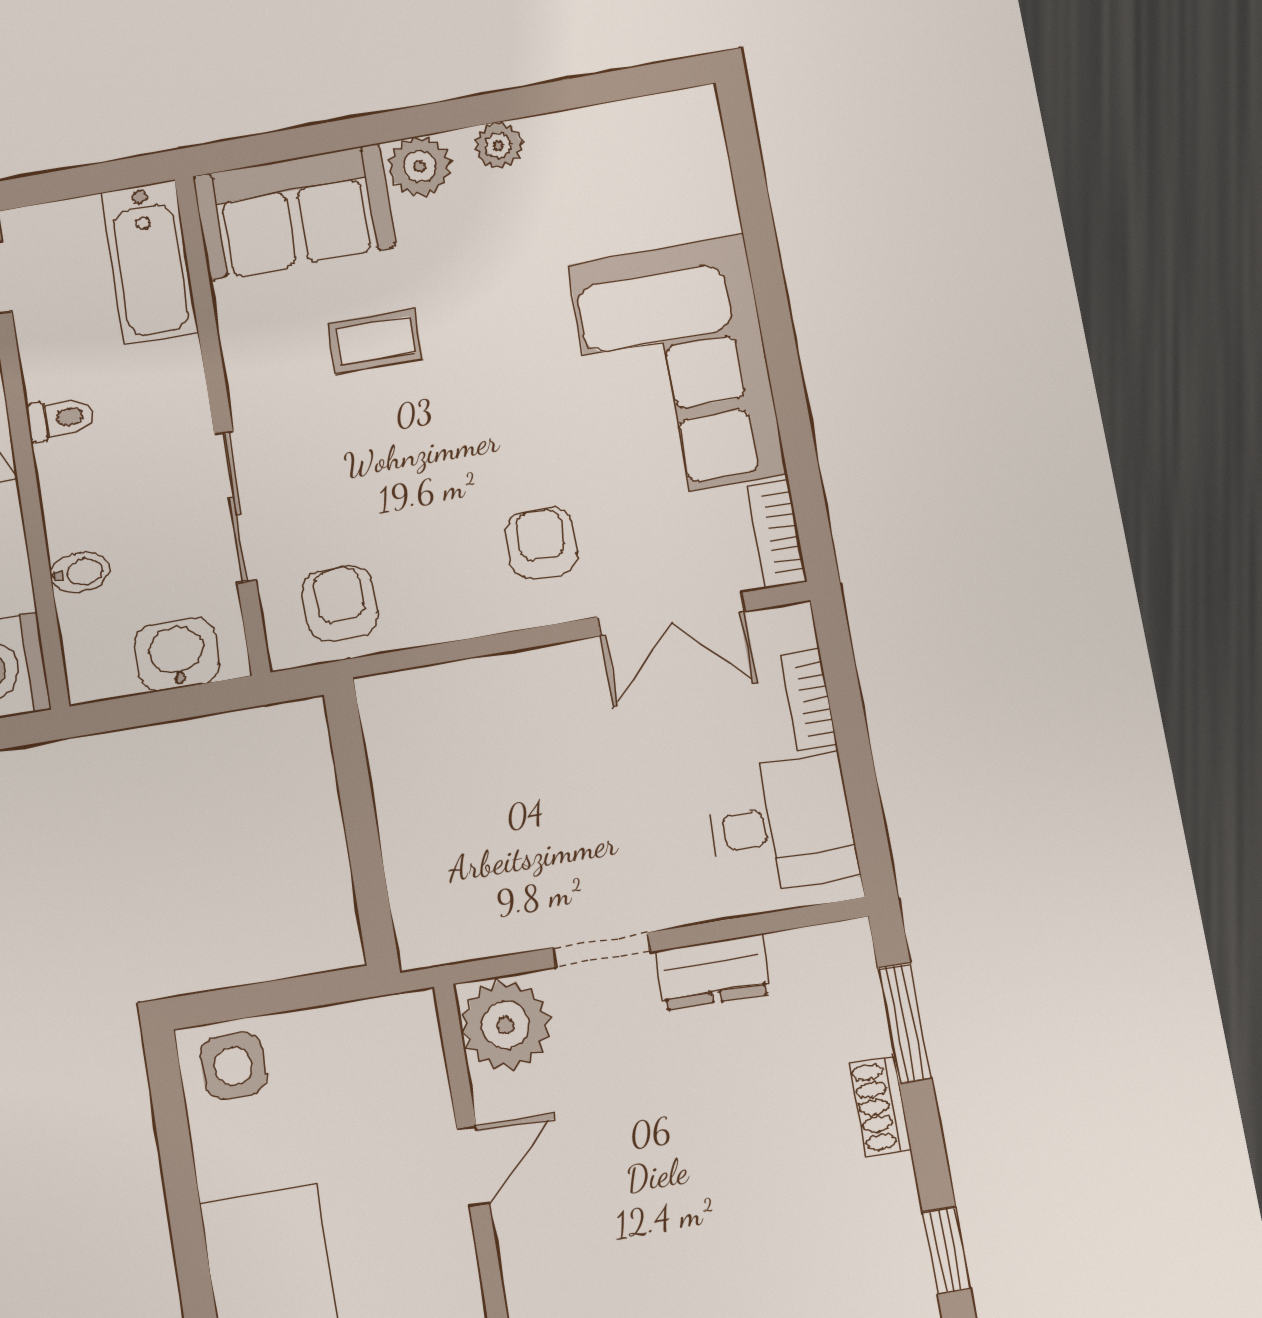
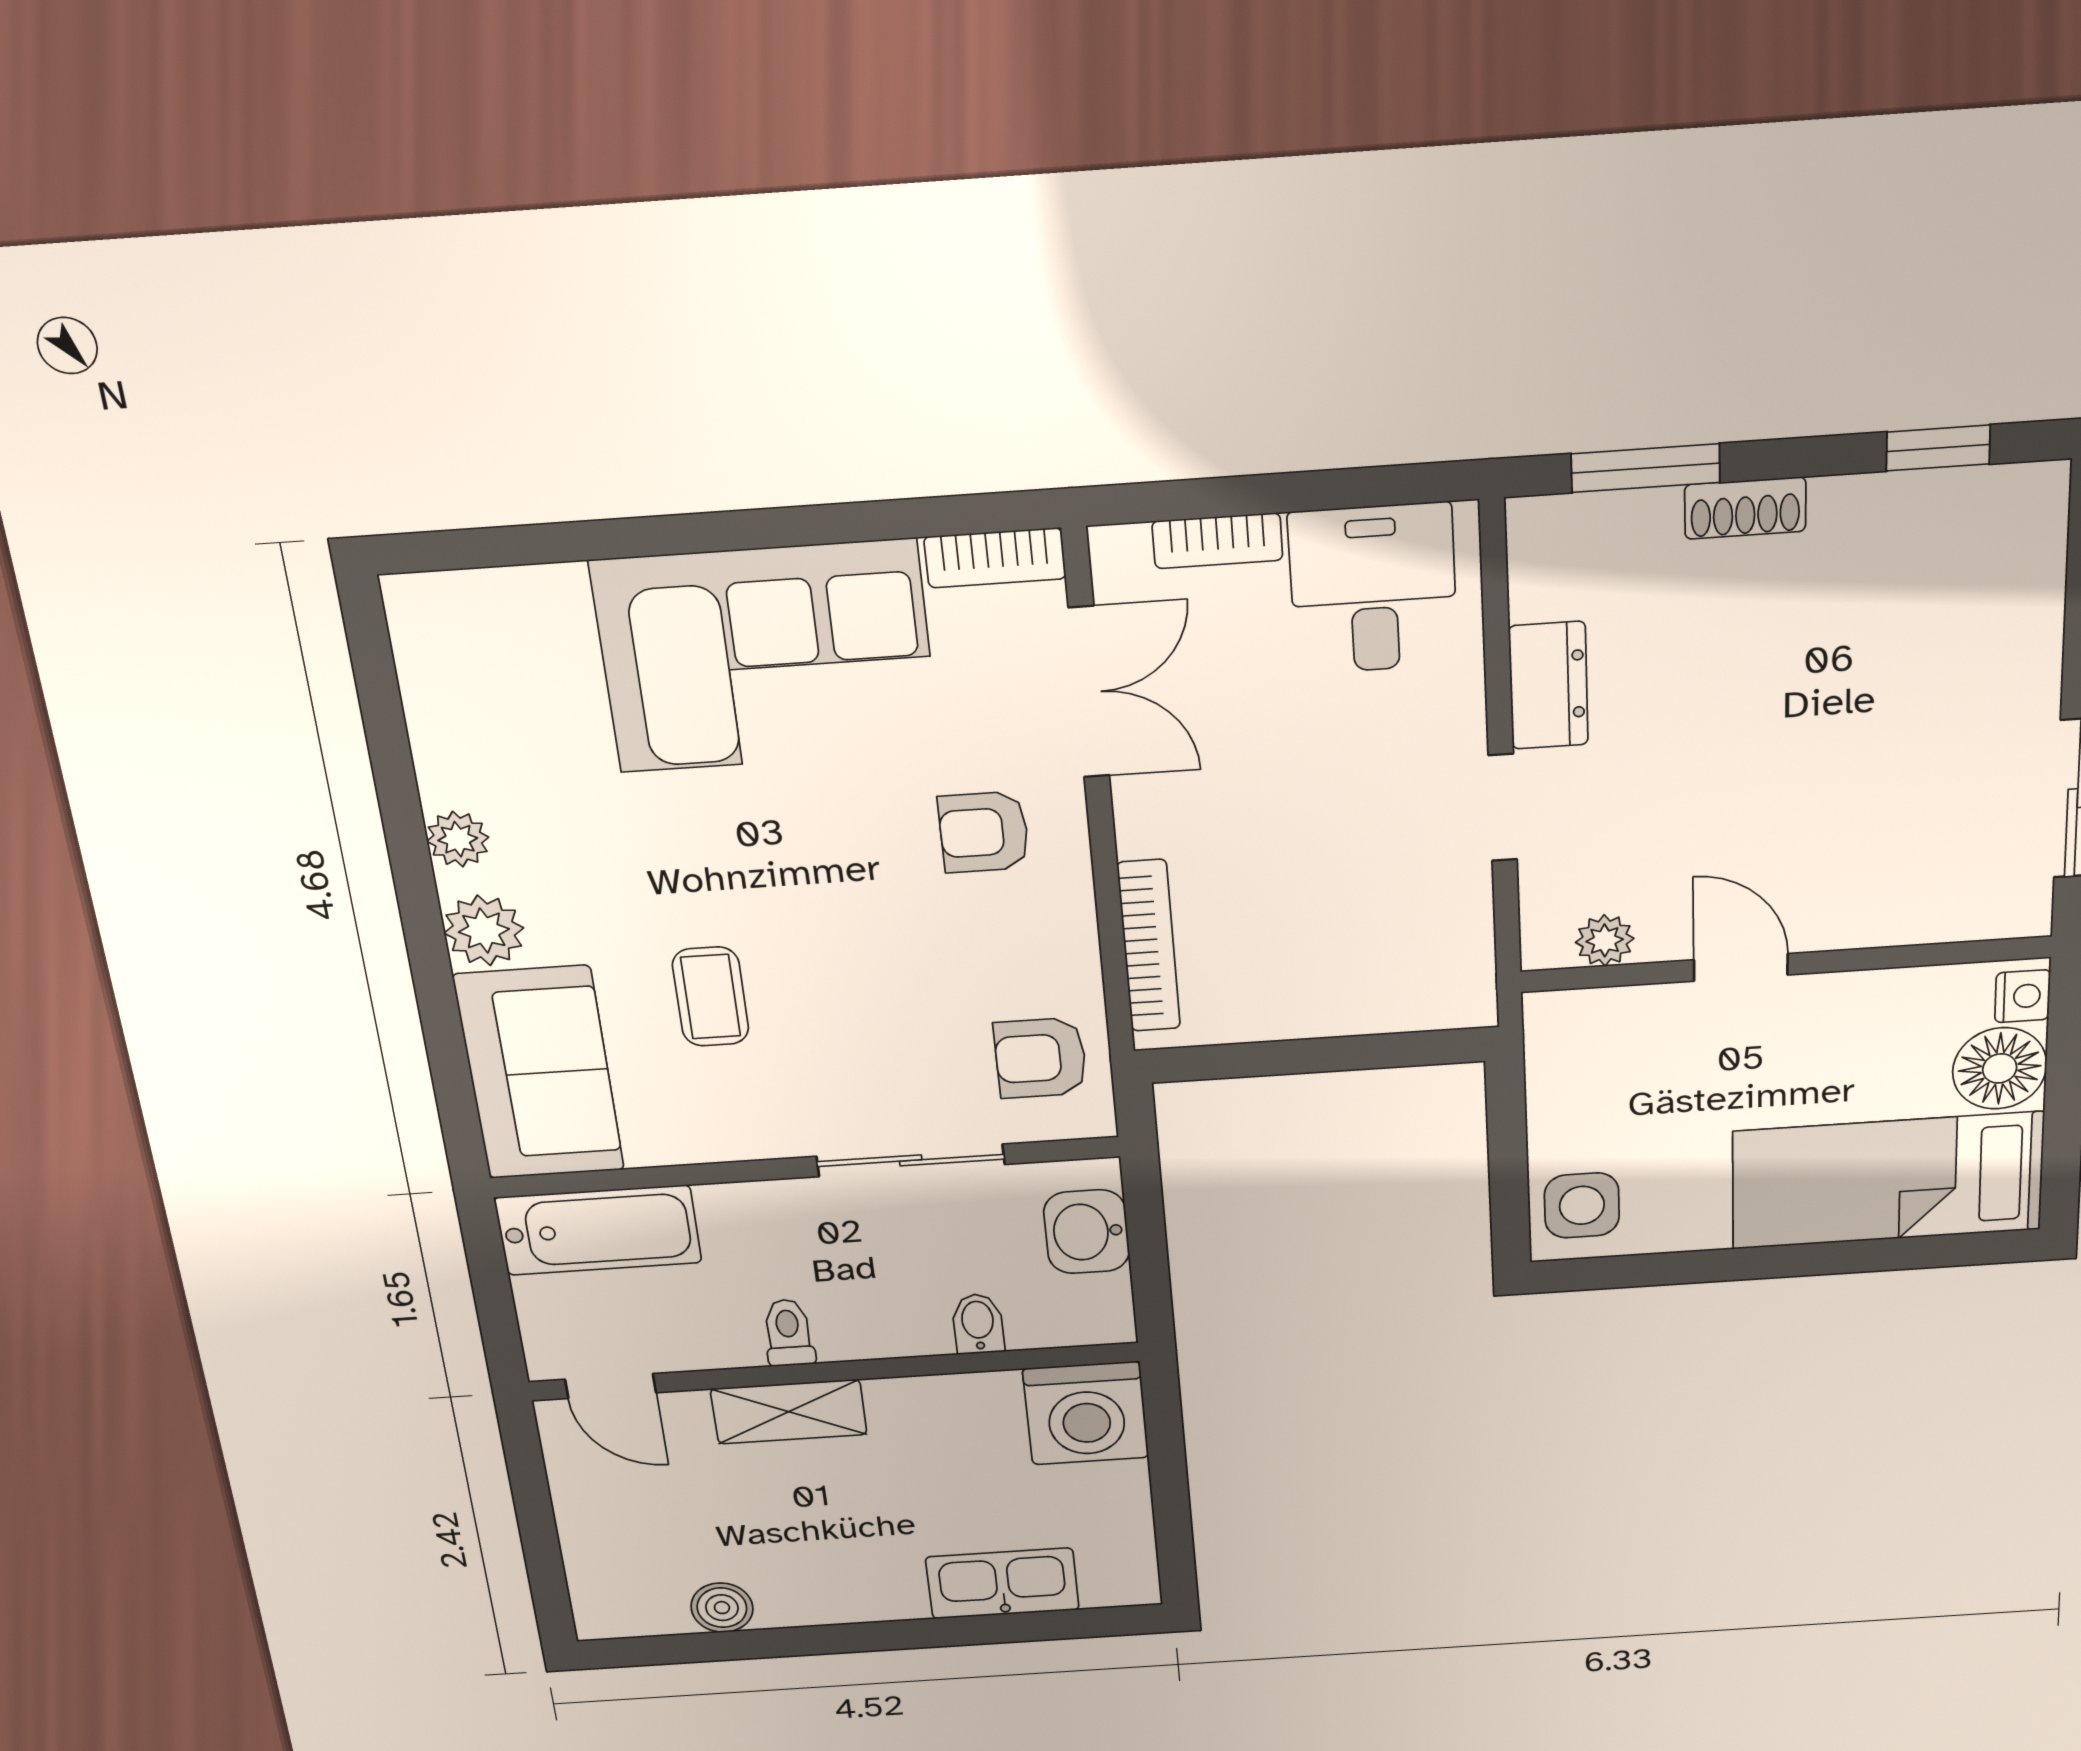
bookcase: (451, 681) -> (1149, 946), added
plant: (506, 1025) -> (1605, 940), width x0.53, depth x0.53

